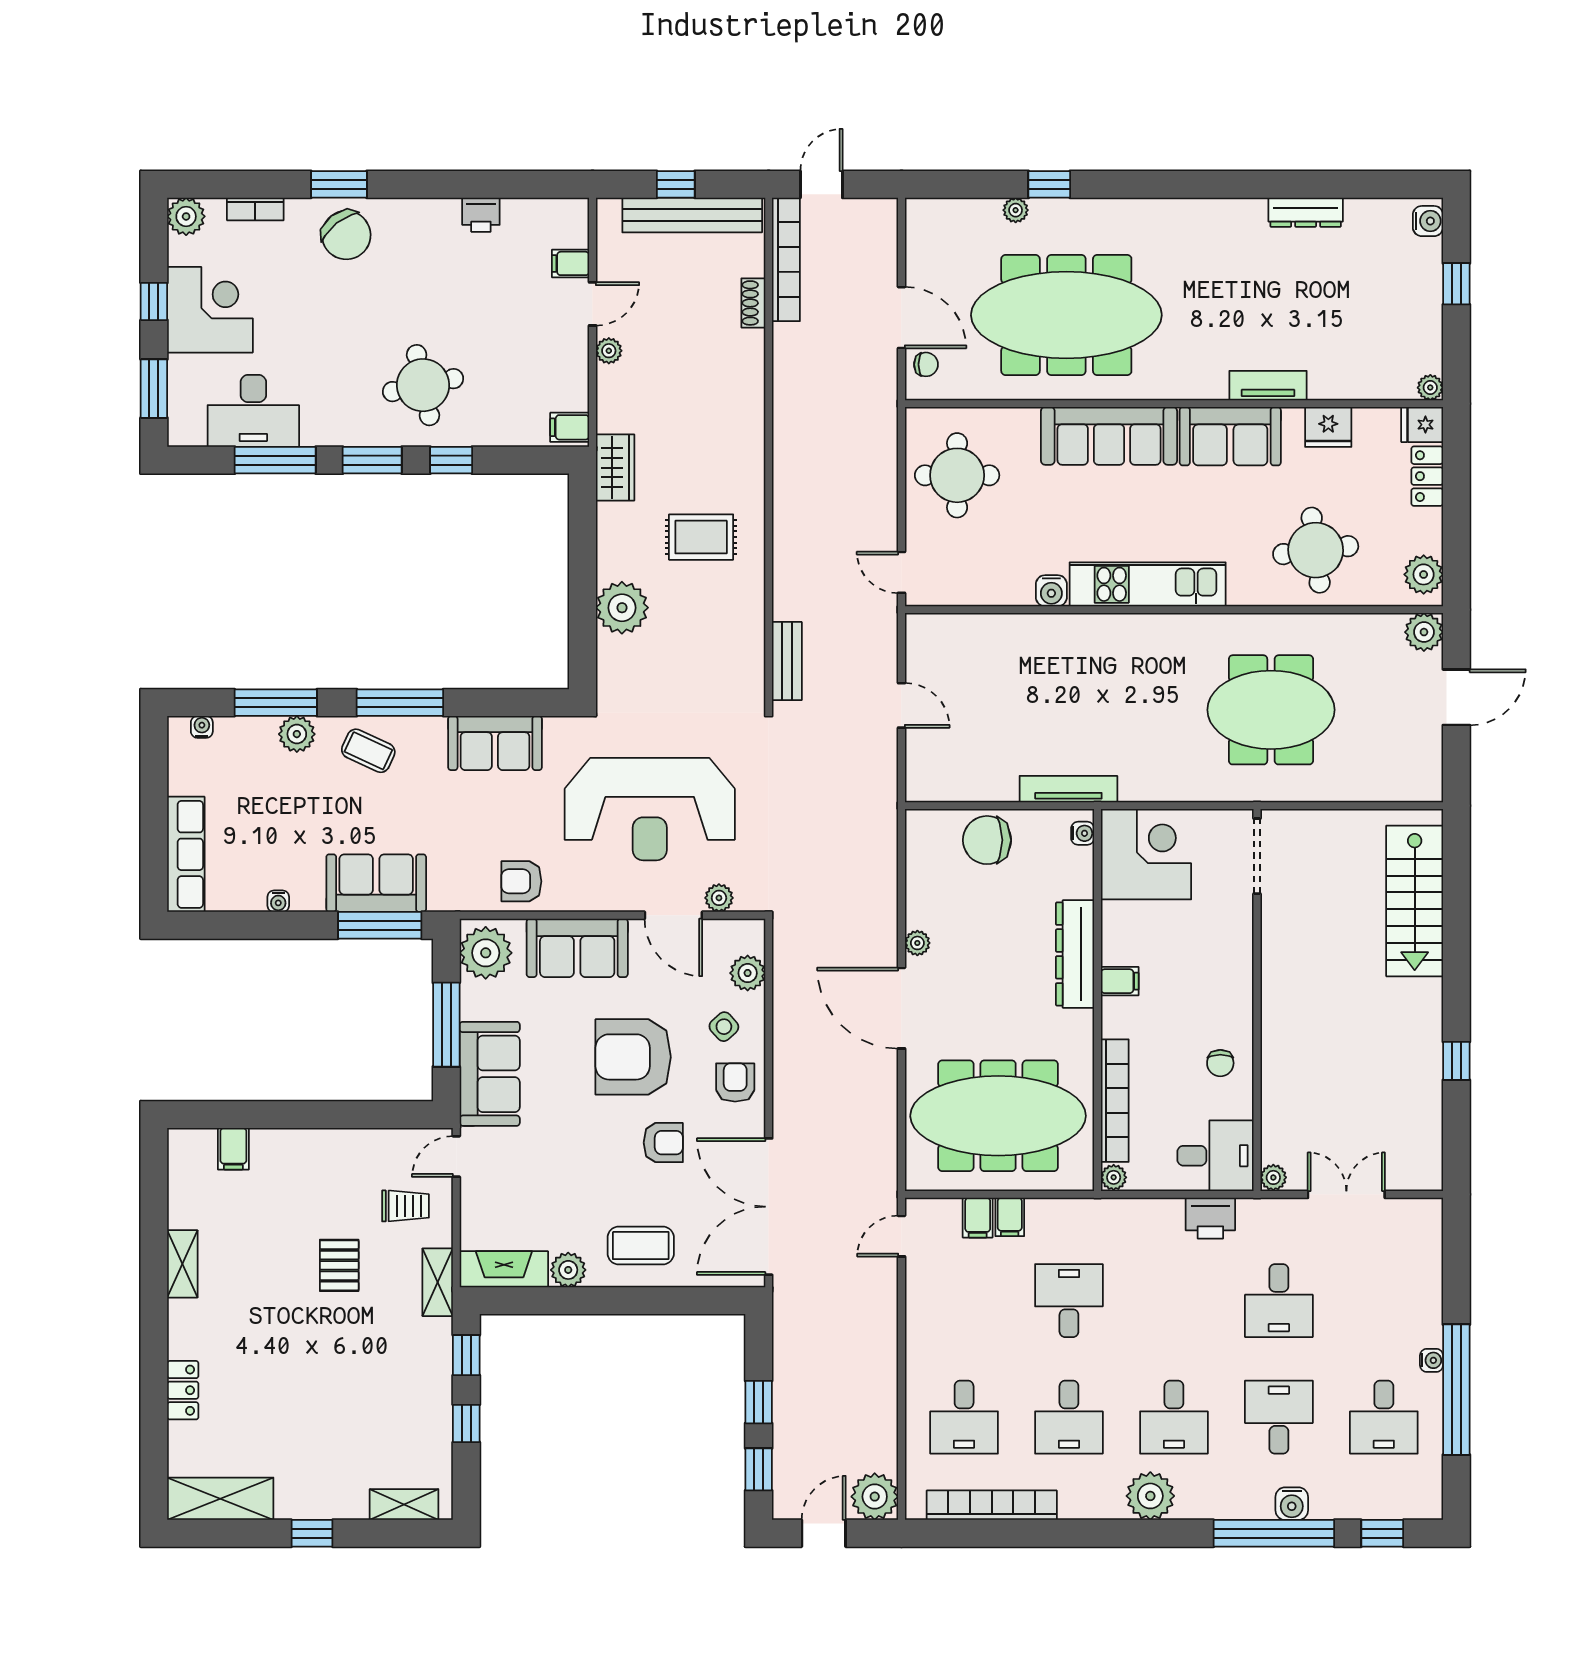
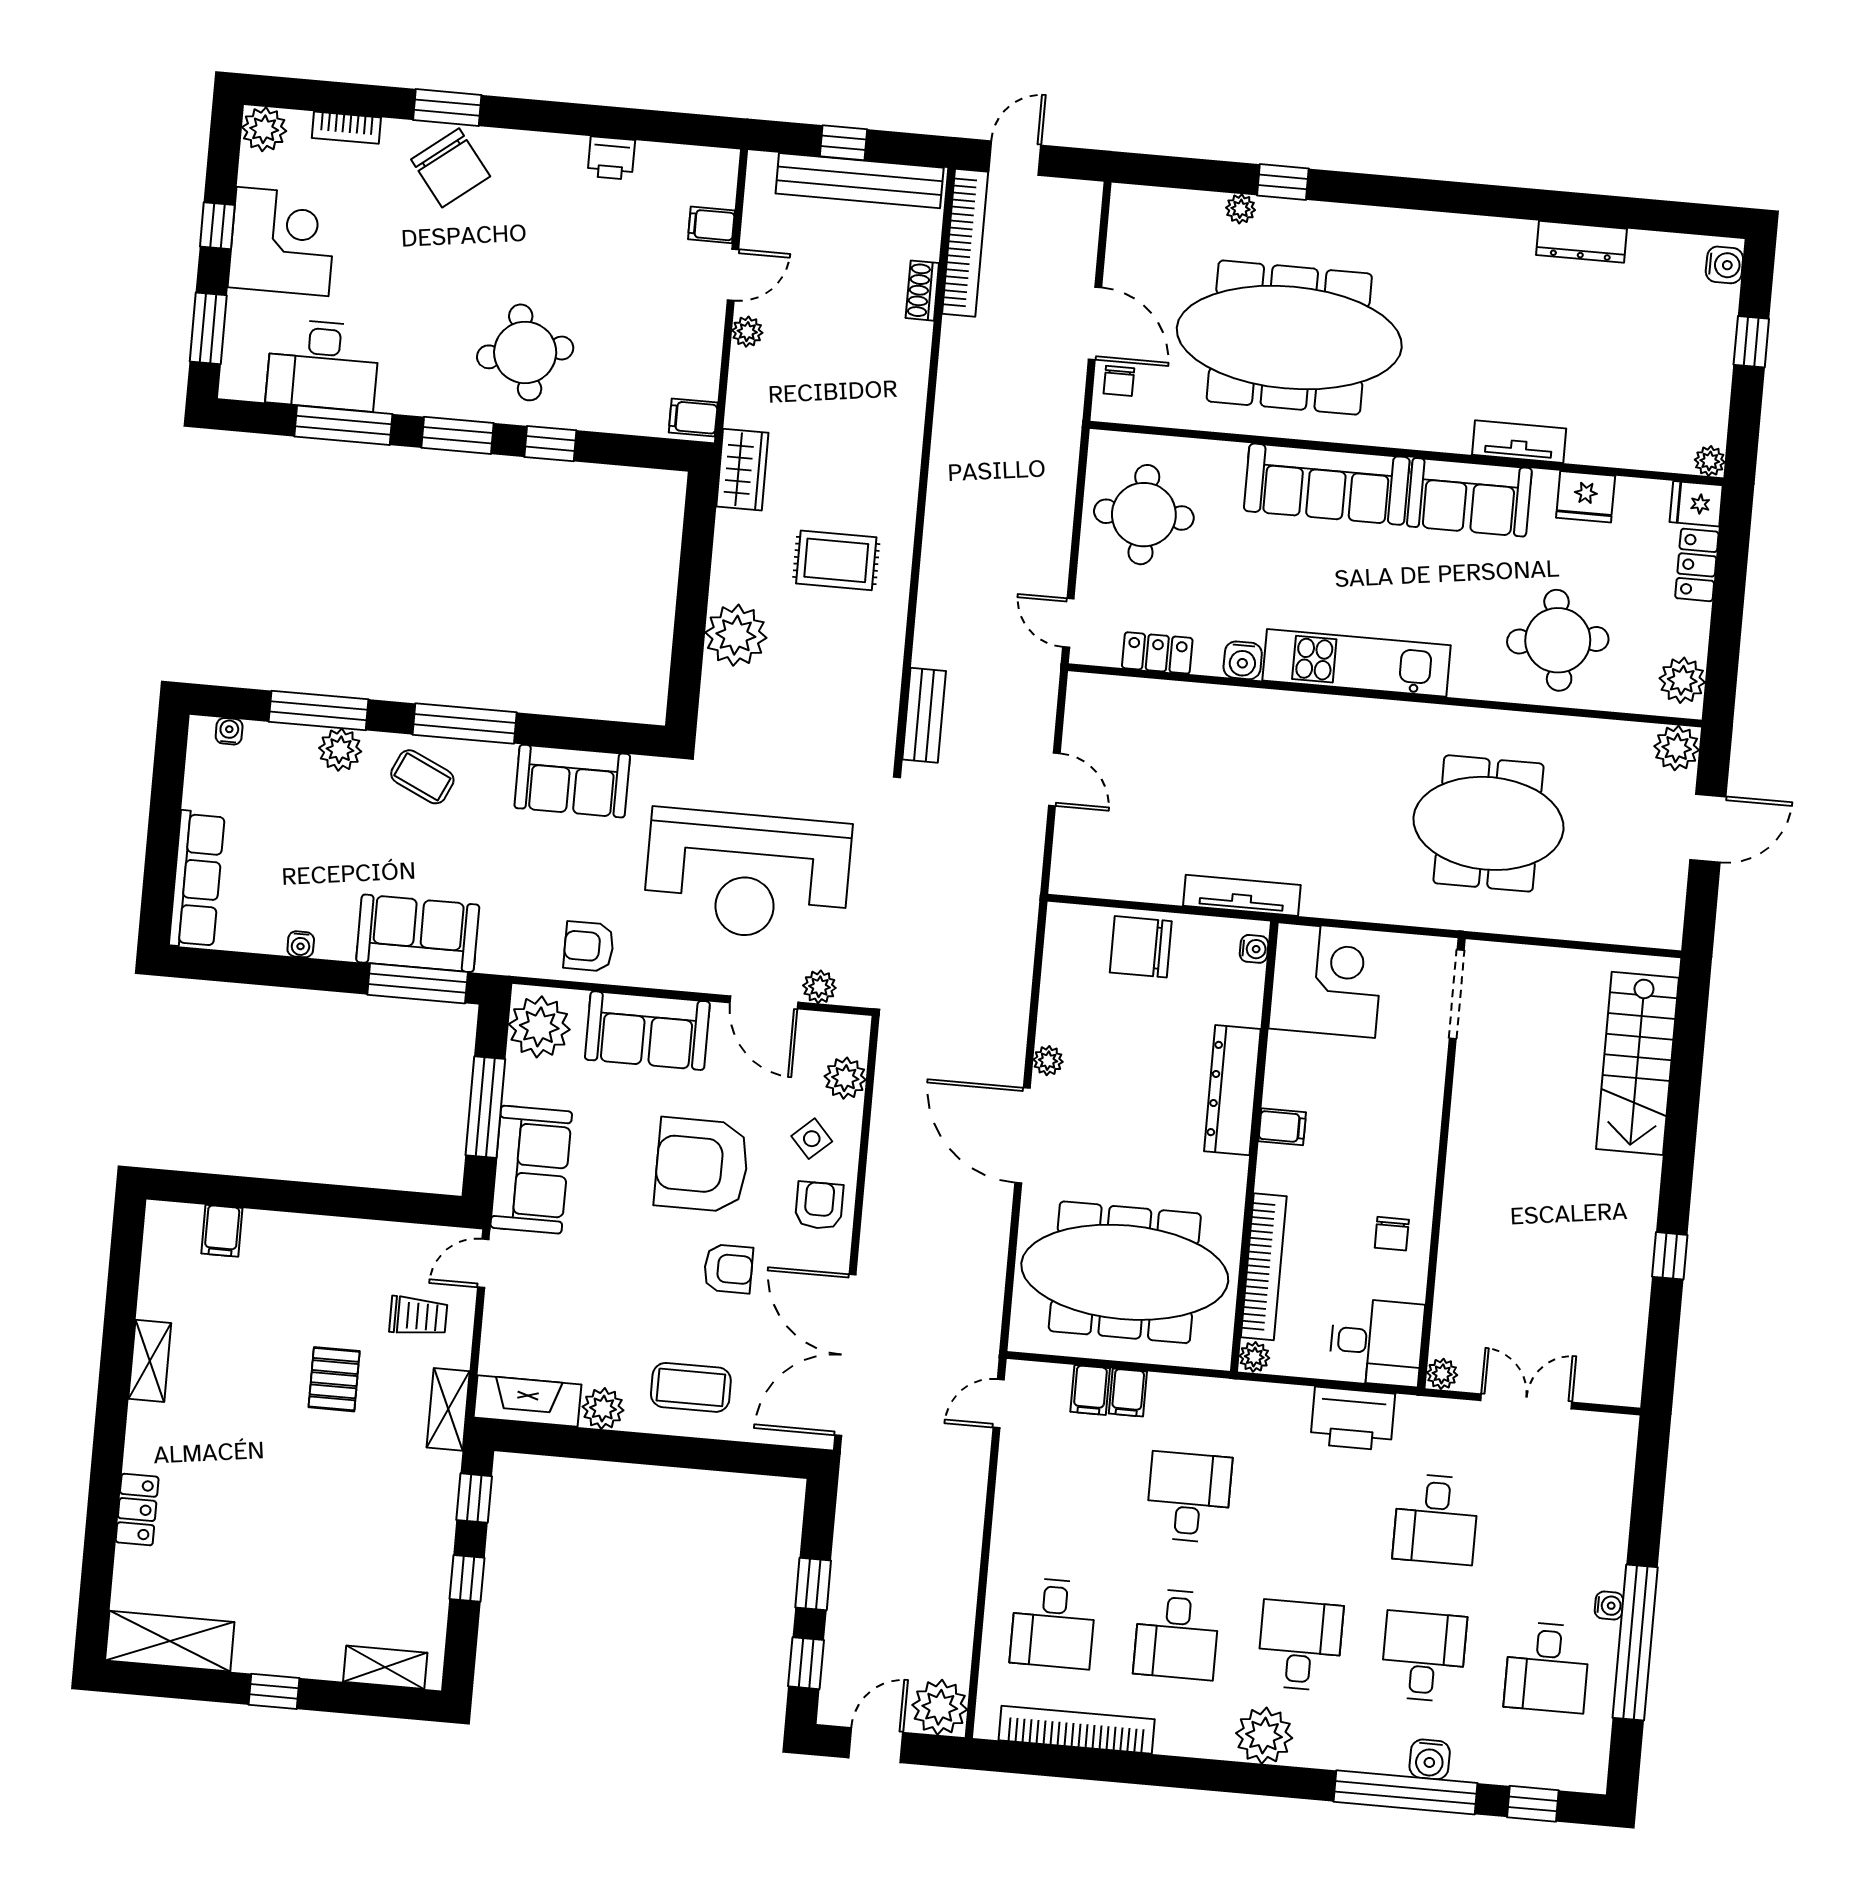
chair: (926, 364) -> (1119, 381), turned 90
locker: (979, 591) -> (1157, 653), added
printer: (1210, 1218) -> (1353, 1419), width x1.37, depth x1.19
desk: (1174, 1417) -> (1300, 1645), turned 180

